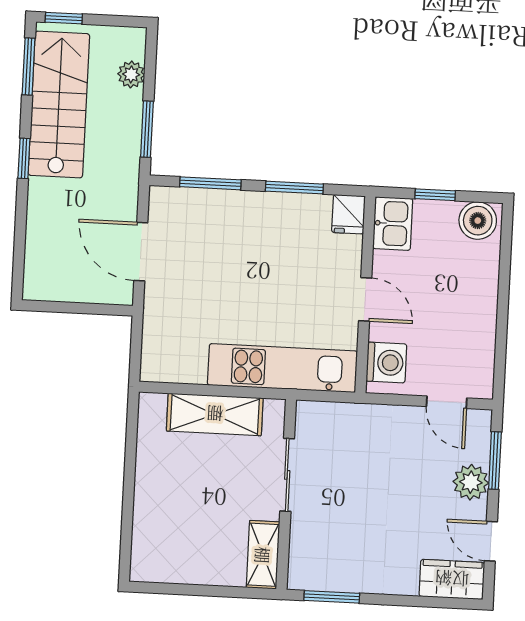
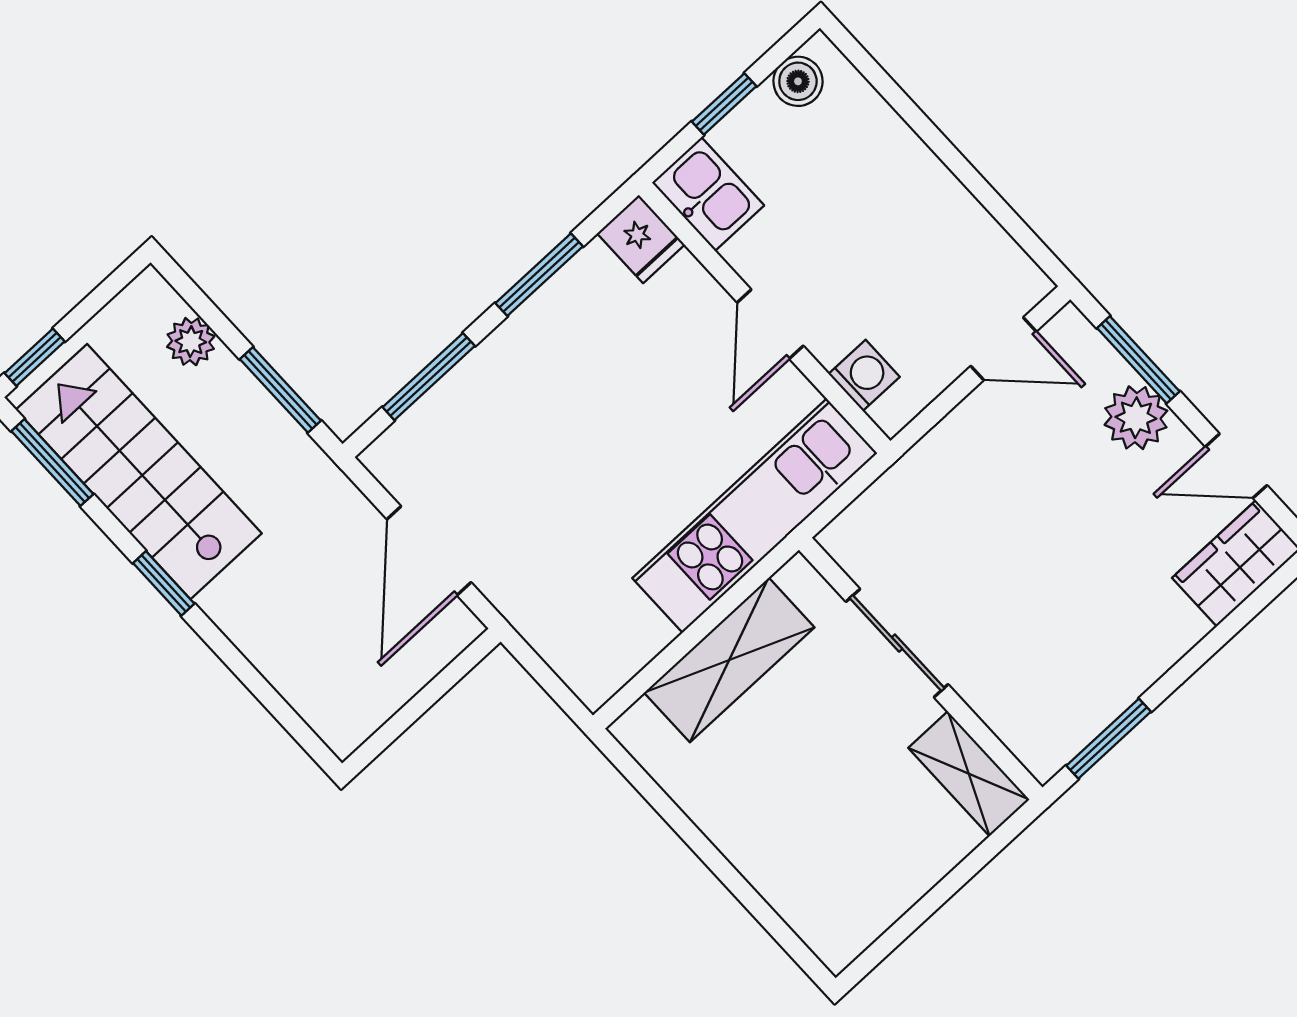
boiler: (478, 221) -> (798, 81), width x0.73, depth x0.73
door: (141, 252) -> (429, 551), hinge flipped
door: (365, 299) -> (770, 324), swing flipped
washing machine: (386, 363) -> (864, 375), width x0.73, depth x0.73

